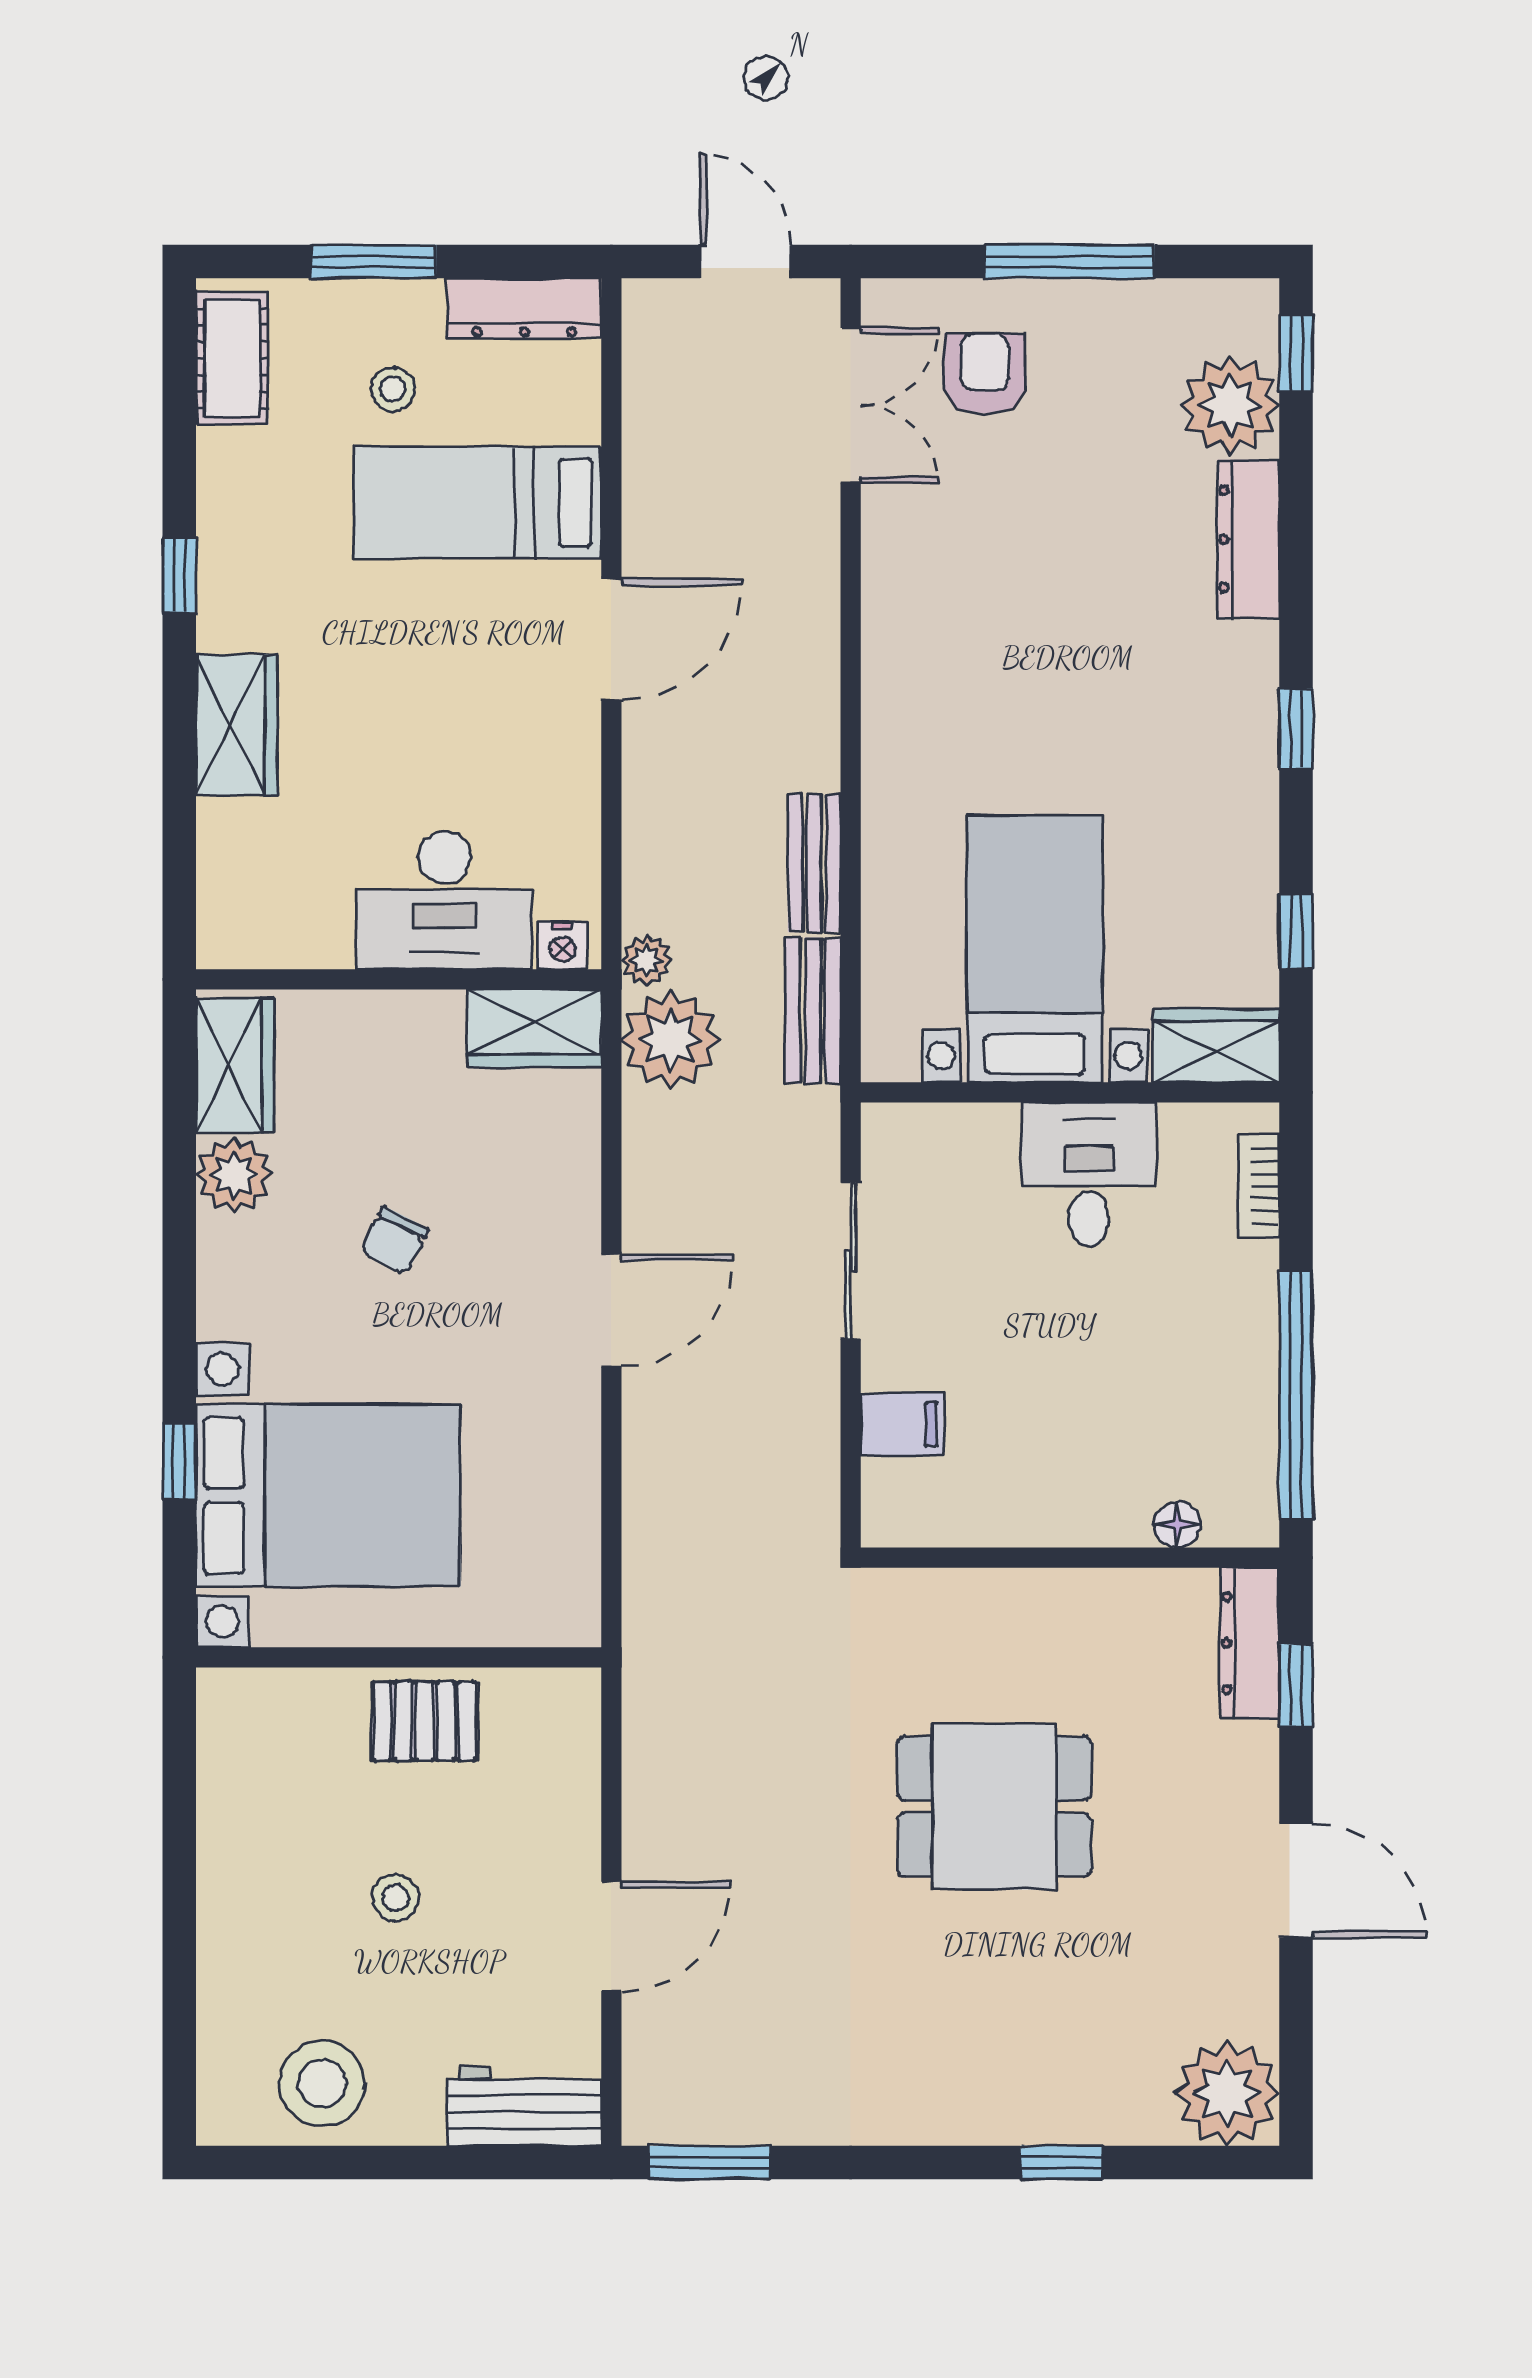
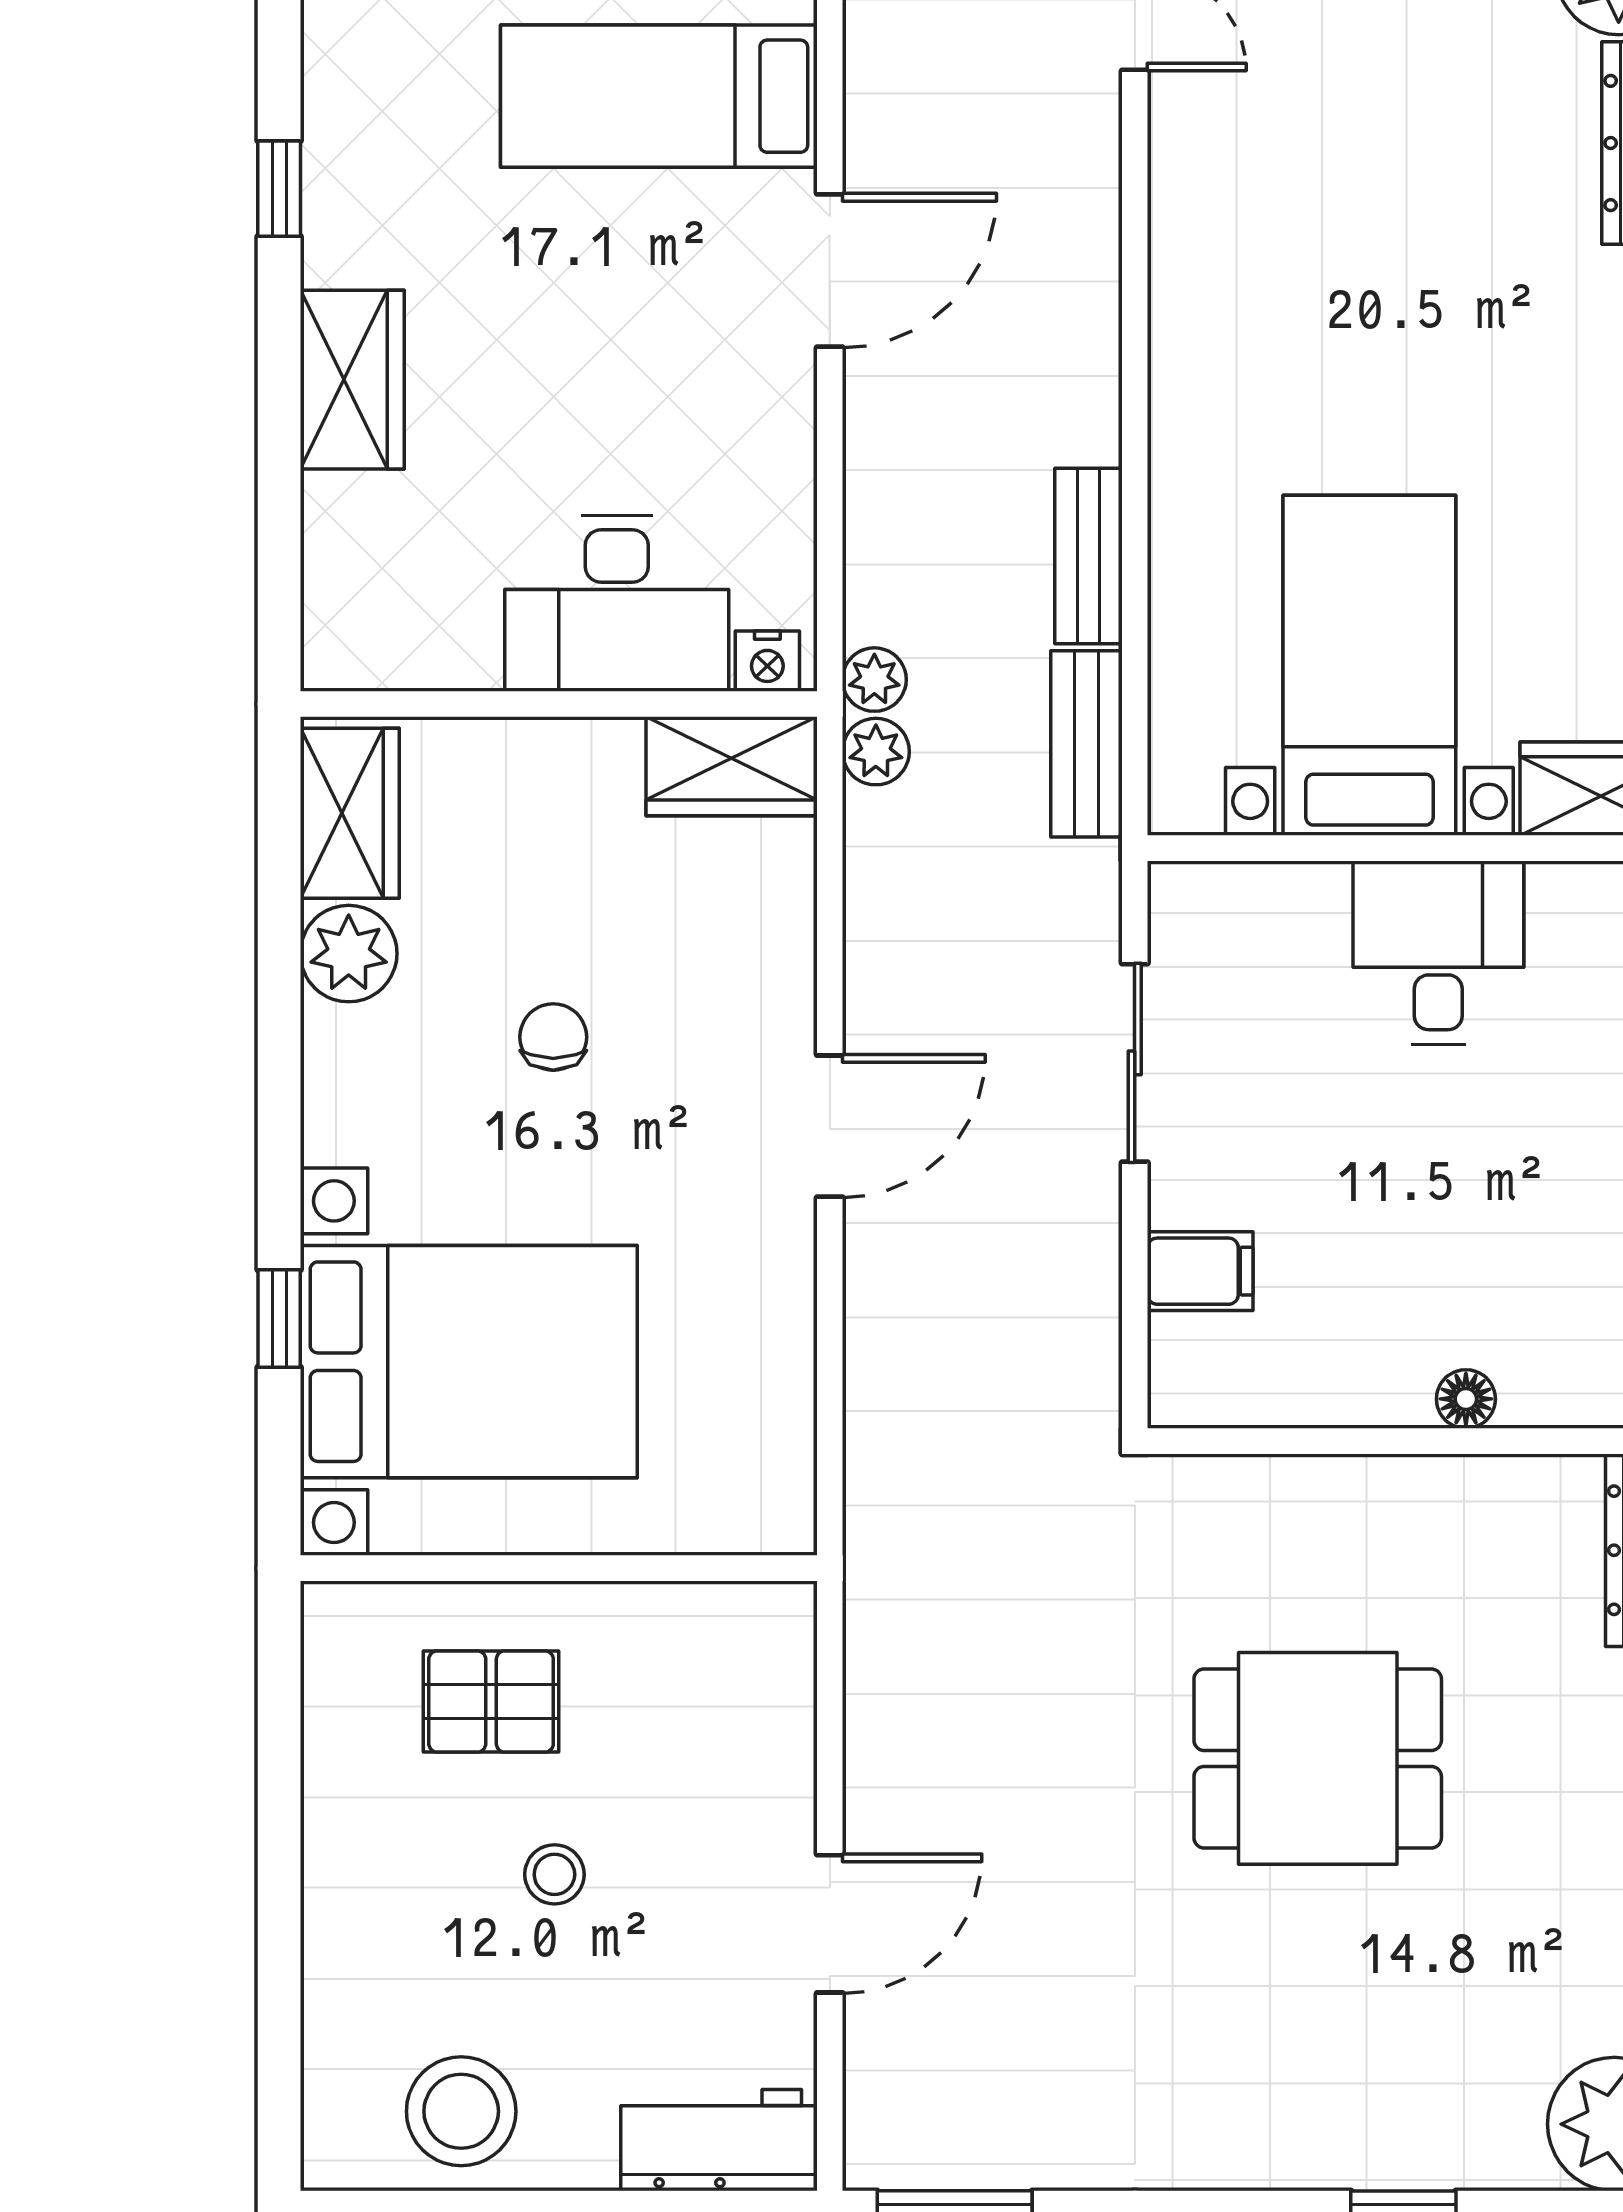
plant: (670, 1040) -> (876, 752), width x0.53, depth x0.53
chair: (394, 1241) -> (553, 1037), turned 153
floor lamp: (1177, 1525) -> (1466, 1399), moved
pallet: (424, 1721) -> (491, 1702), moved

